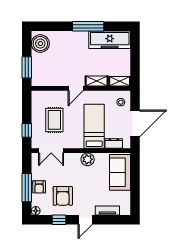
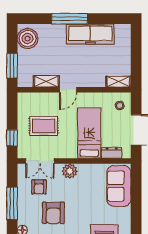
window: (88, 26) -> (69, 19), moved
freezer: (110, 40) -> (90, 34), moved
shelving: (97, 81) -> (46, 81), moved
rug: (54, 120) -> (44, 126), turned 90
plant: (88, 159) -> (70, 171), moved
armchair: (39, 187) -> (39, 187), moved

